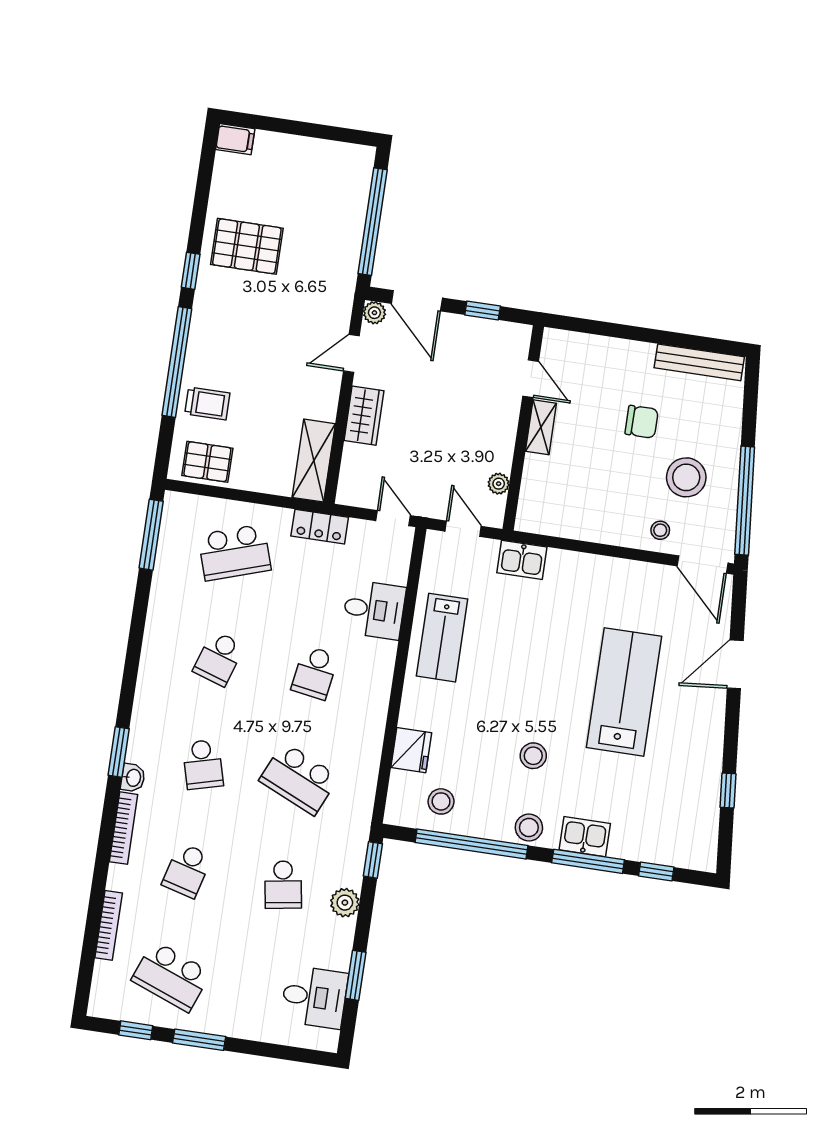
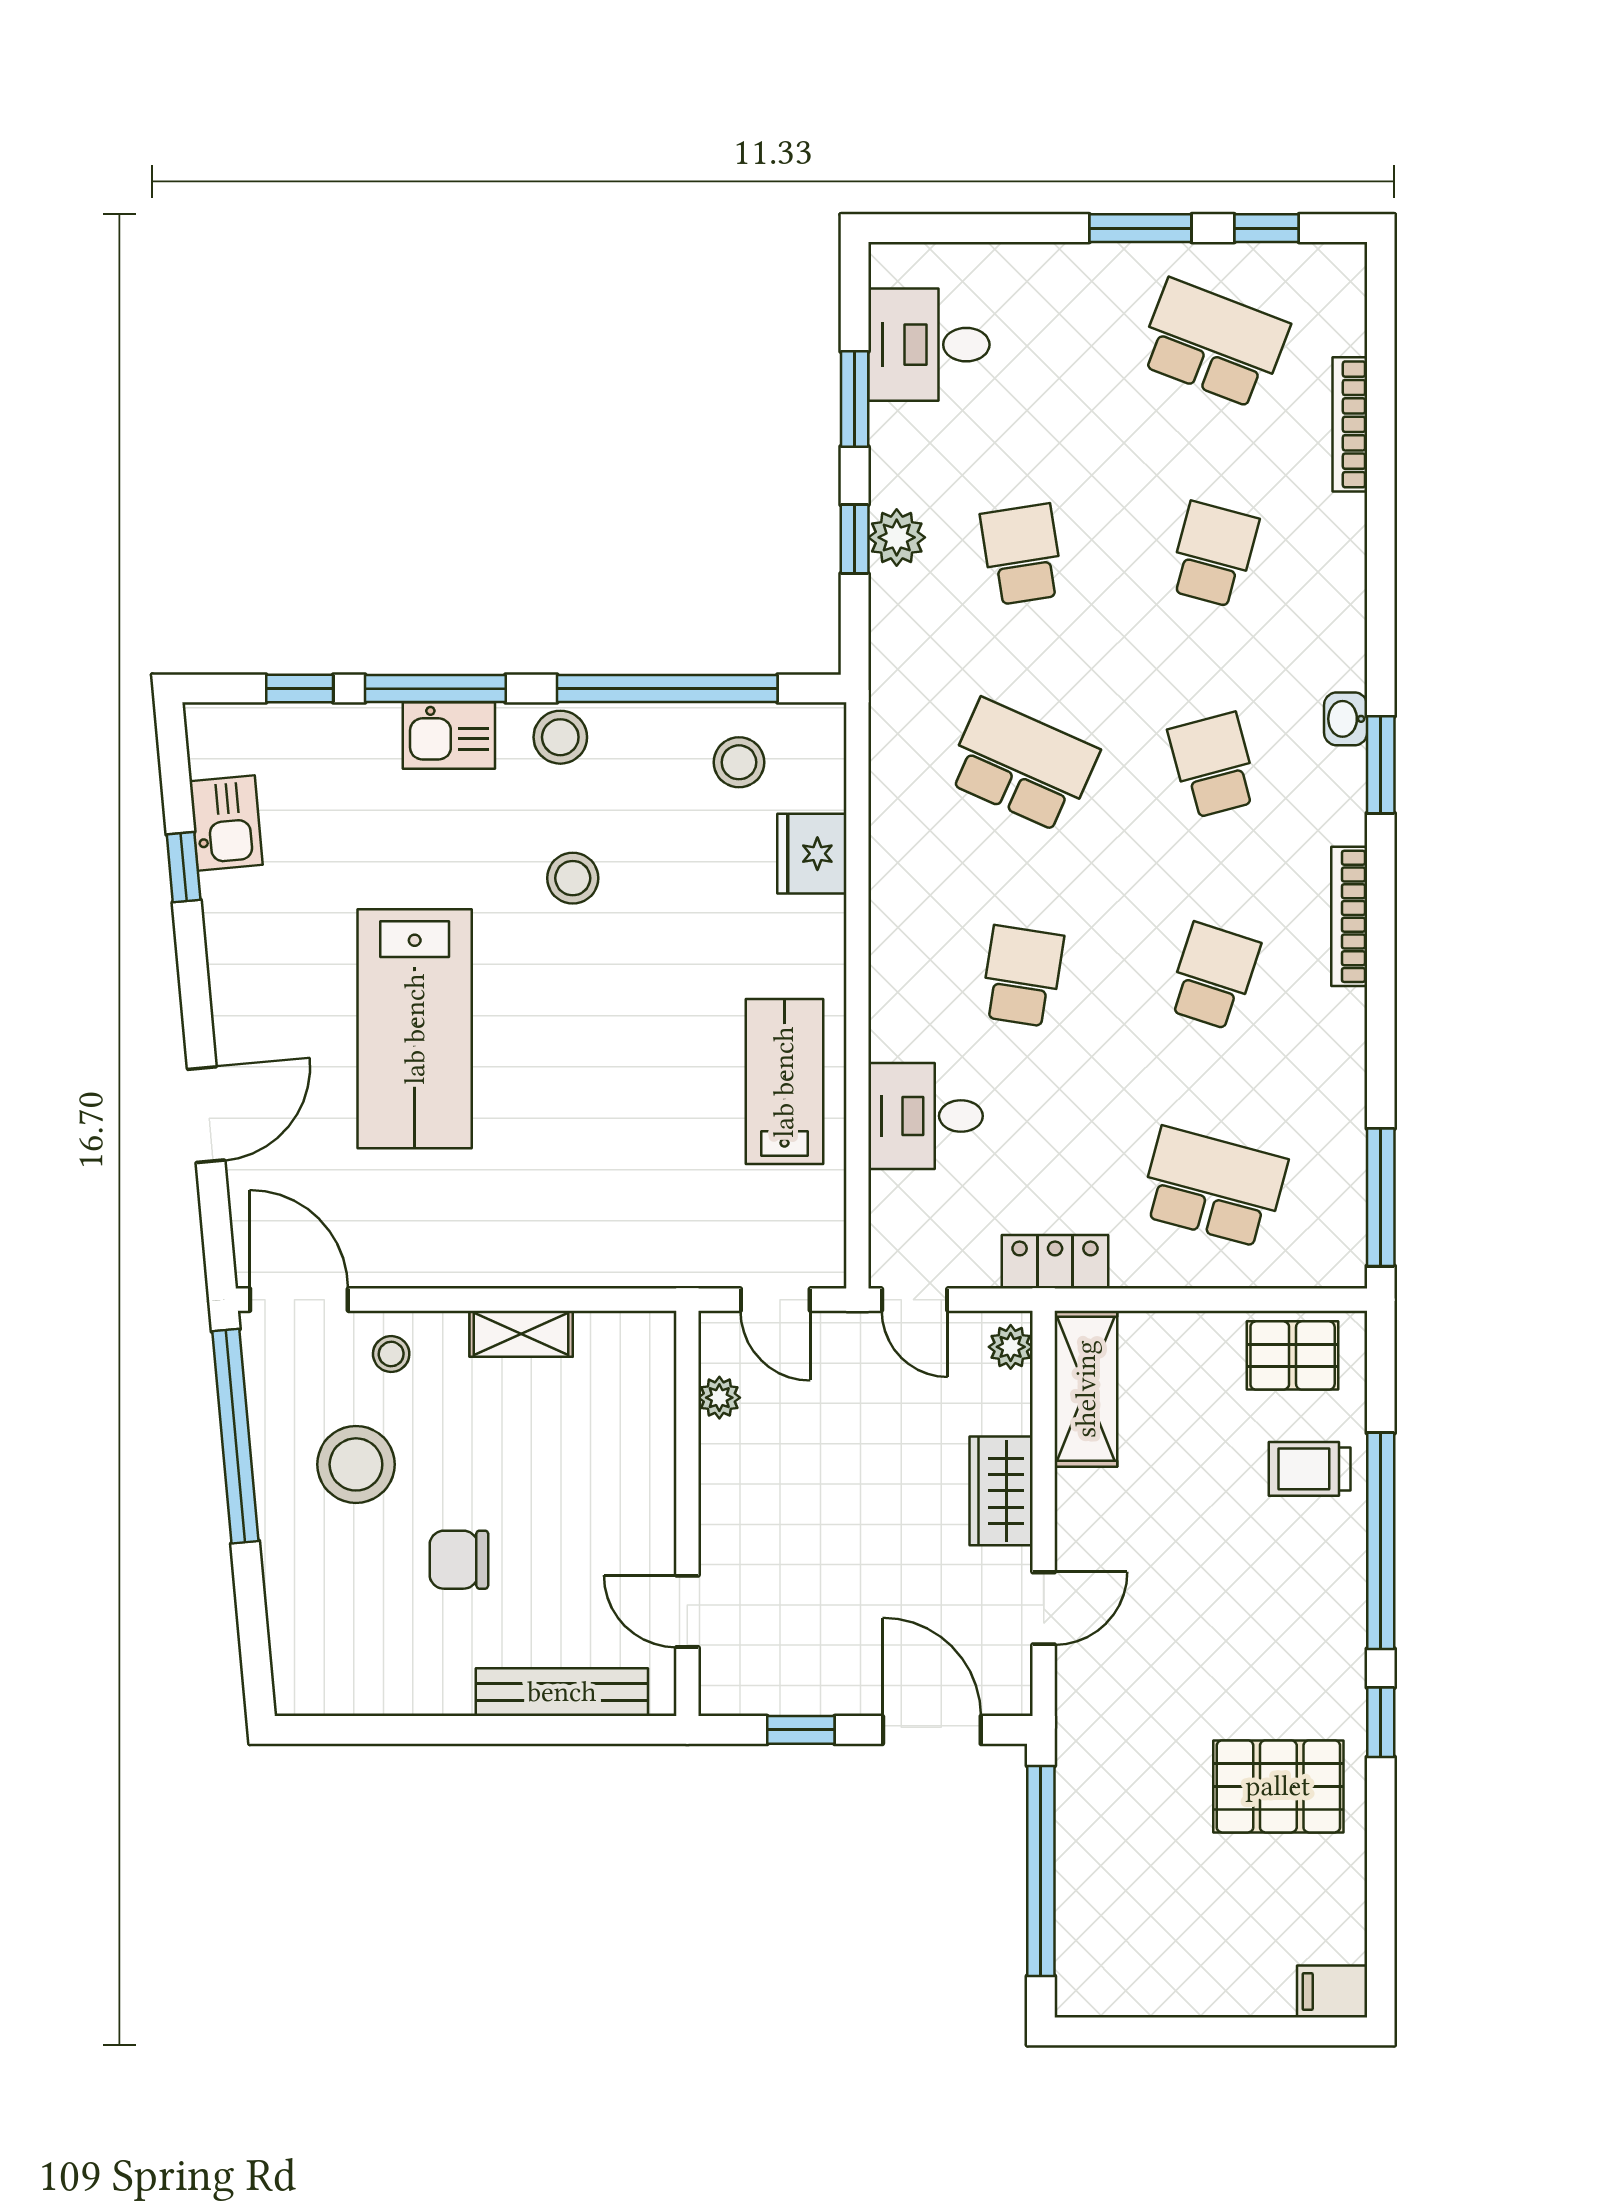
plant: (374, 313) -> (1011, 1347), moved
bench: (699, 362) -> (562, 1692), moved
shelving: (541, 427) -> (521, 1334), moved, turned 90
school desk: (235, 552) -> (1213, 1187), turned 33
kitchen sink: (522, 560) -> (226, 823), moved, turned 85
bookcase: (124, 828) -> (1349, 916), moved
window: (373, 860) -> (855, 539), moved

